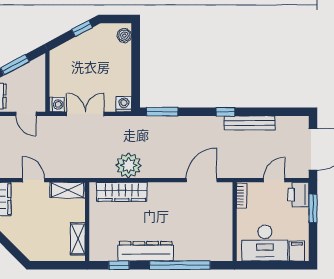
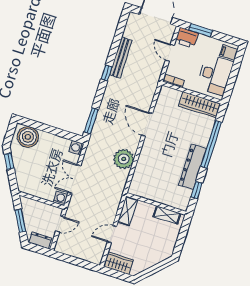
boiler: (124, 36) -> (28, 137), width x1.86, depth x1.86
door: (202, 180) -> (147, 124), moved
wardrobe: (122, 192) -> (200, 105), moved, turned 90

